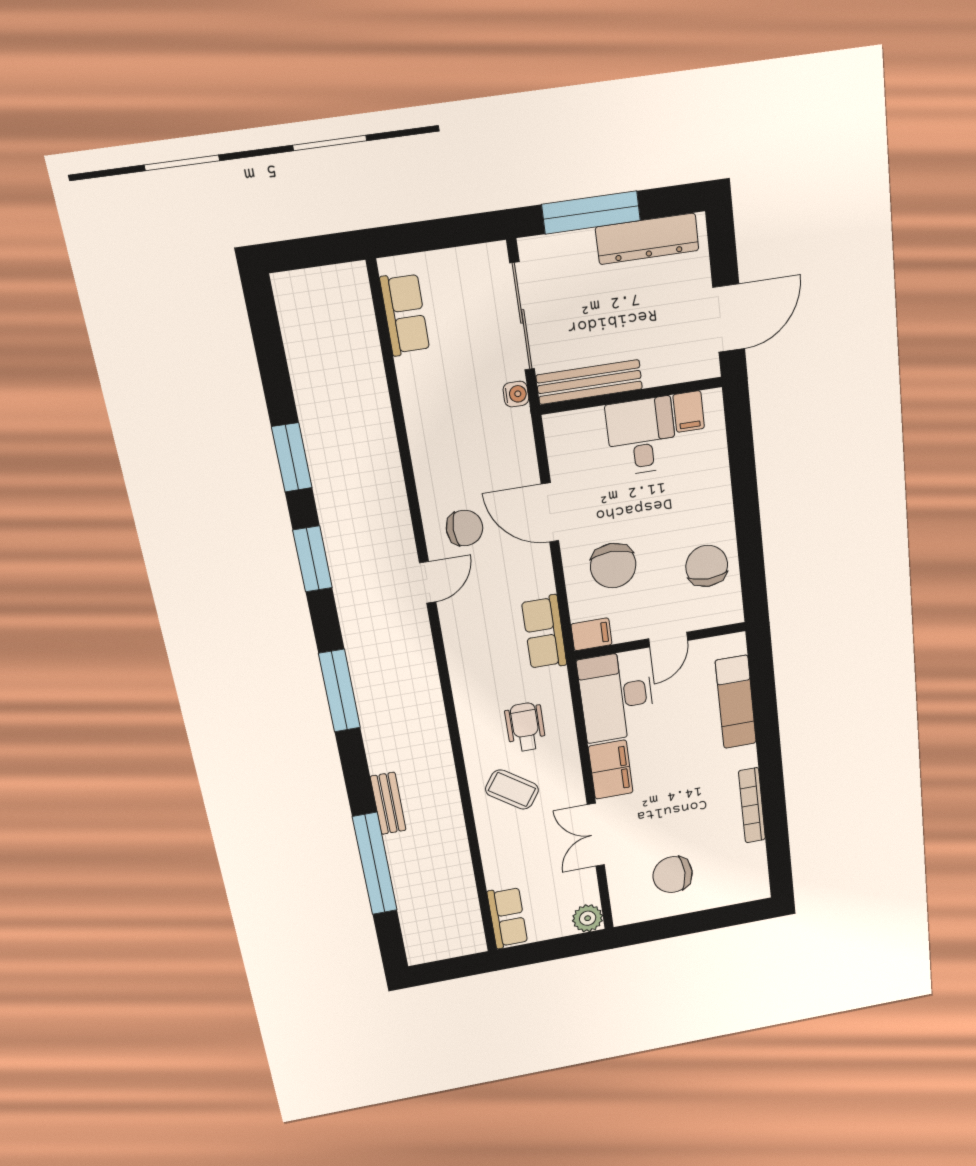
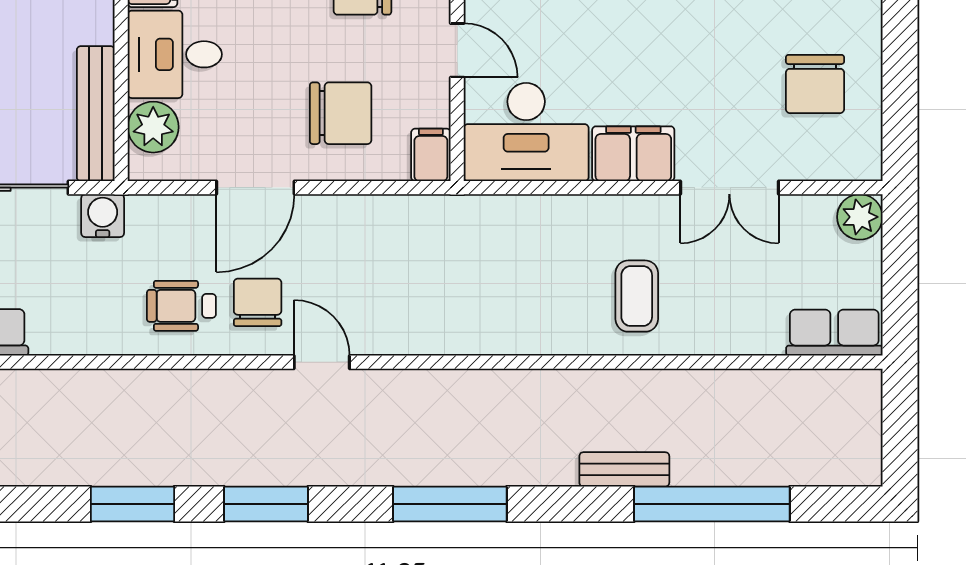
water cooler: (516, 394) -> (103, 216), width x1.38, depth x1.38
plant: (585, 428) -> (153, 127), added
row of seats: (544, 633) -> (417, 219), removed
wheelchair: (525, 727) -> (181, 306), moved
coffee table: (512, 790) -> (637, 296), turned -35

